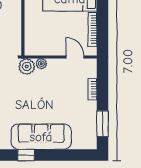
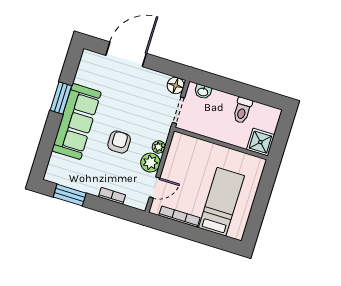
plant: (27, 66) -> (150, 163), moved
armchair: (47, 97) -> (119, 142), added
window: (26, 155) -> (61, 98), width x1.50

